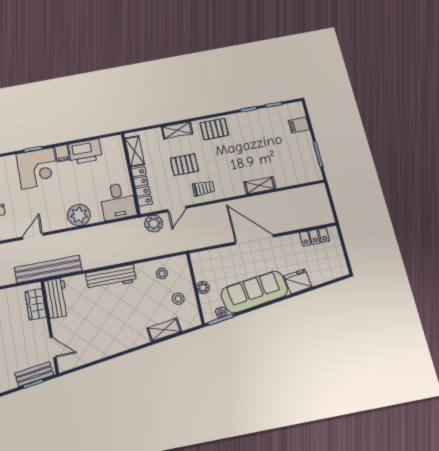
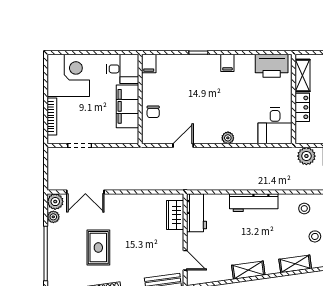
printer: (85, 152) -> (272, 66), moved
corner desk: (38, 168) -> (200, 74), removed
locker: (142, 186) -> (302, 107), width x0.66
plant: (79, 215) -> (228, 138), width x0.53, depth x0.53
bench: (48, 269) -> (193, 182), removed
shelving: (118, 345) -> (248, 270), added

